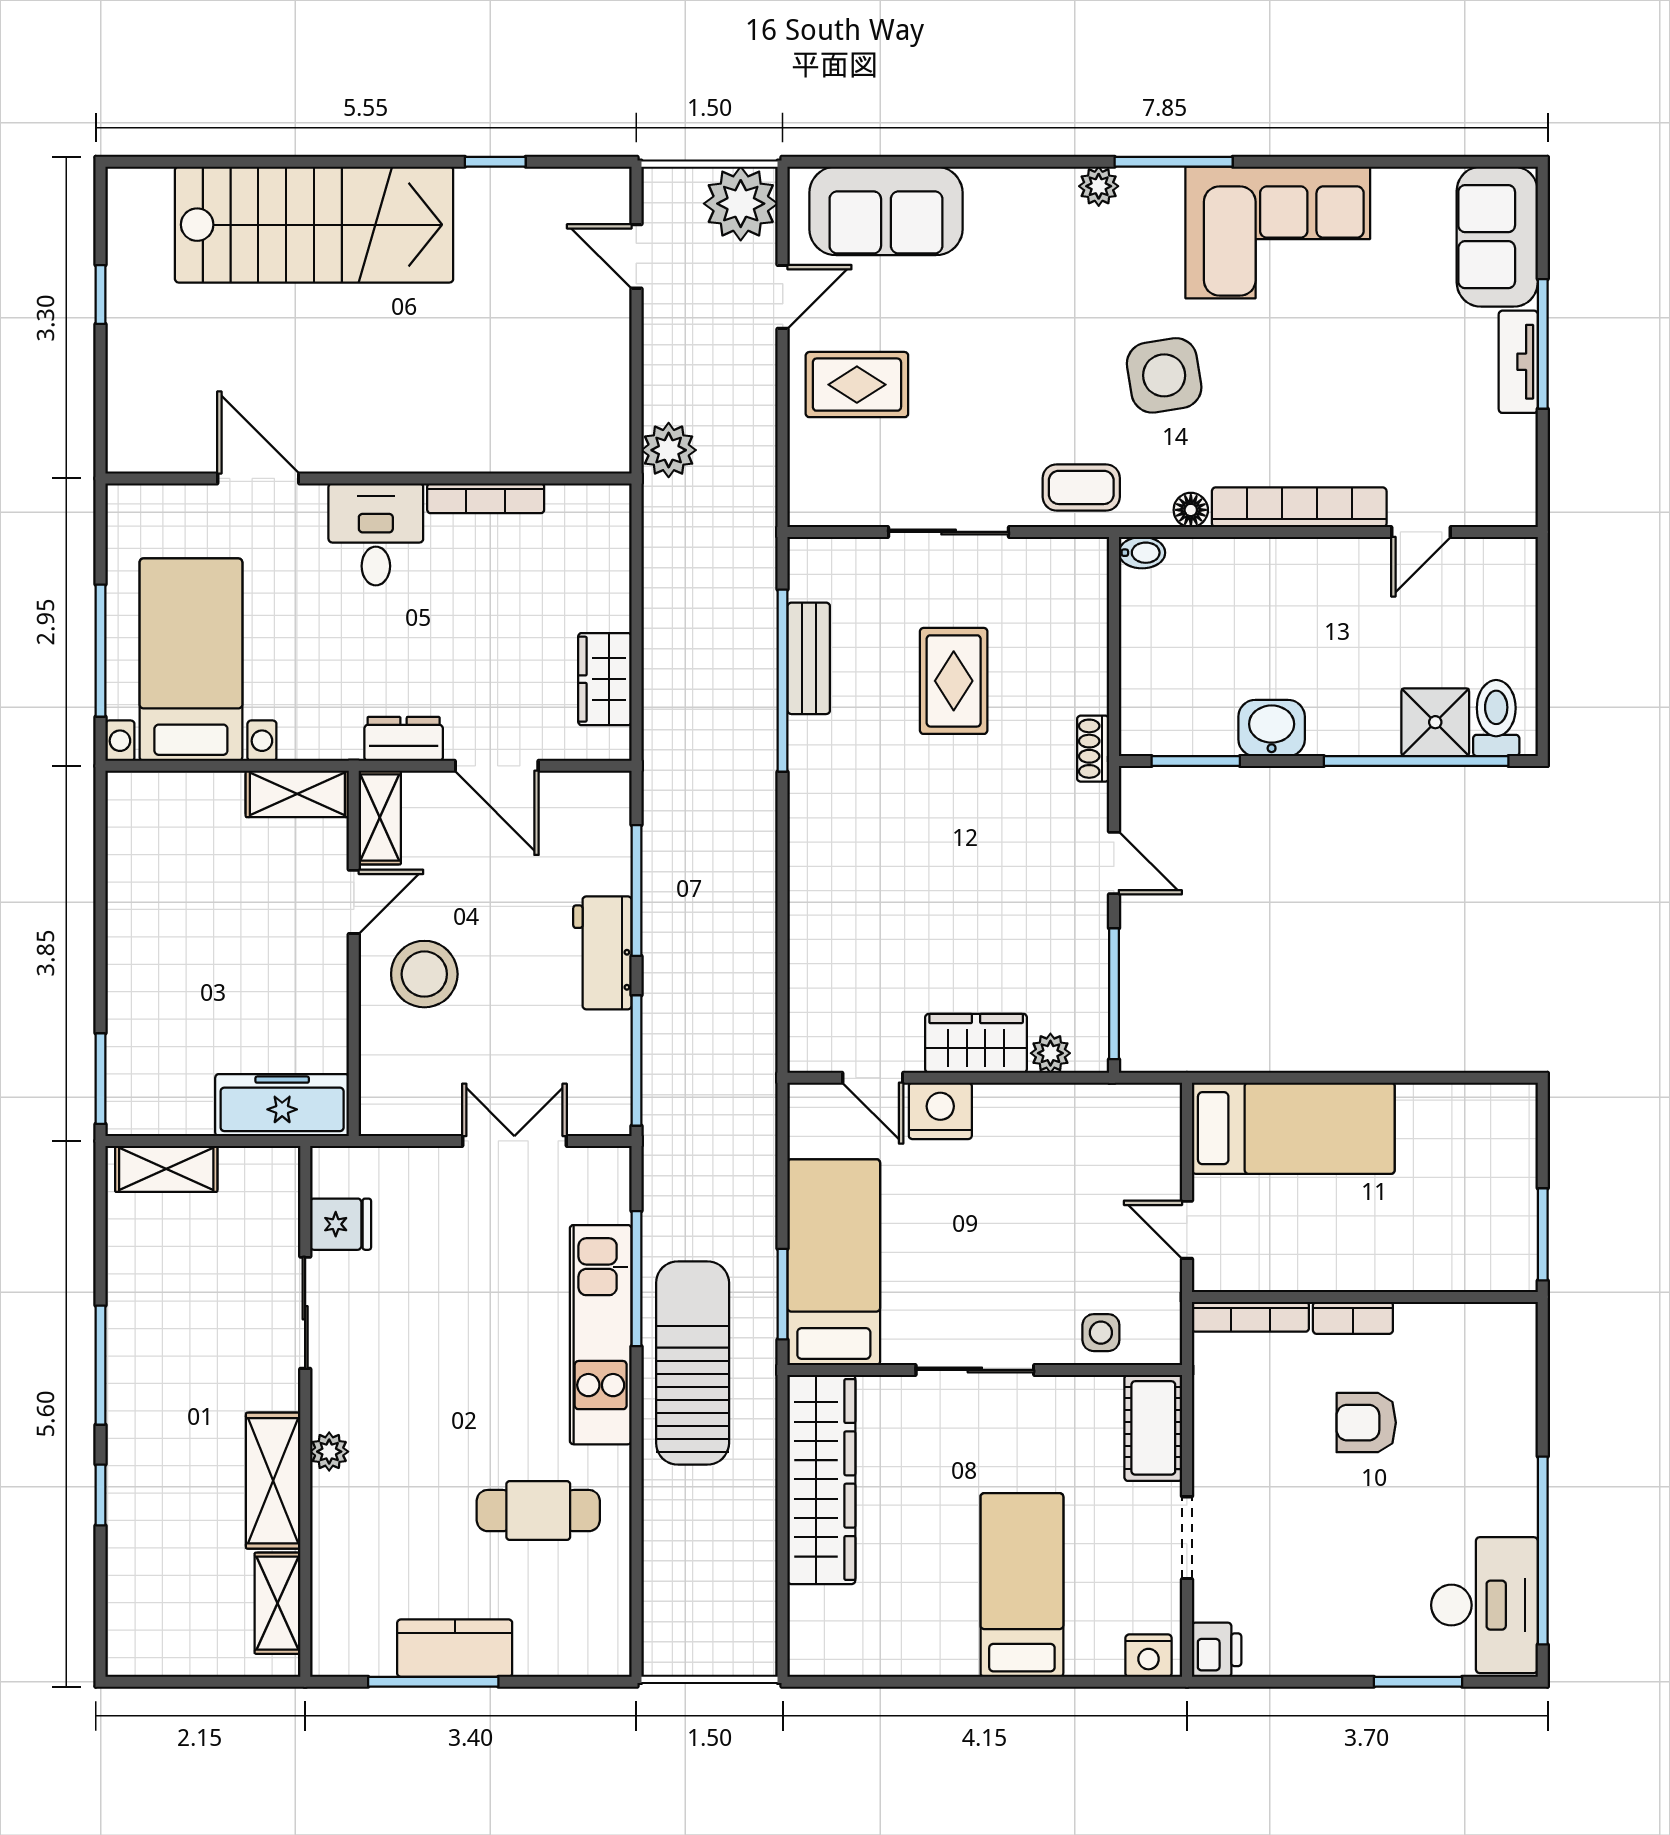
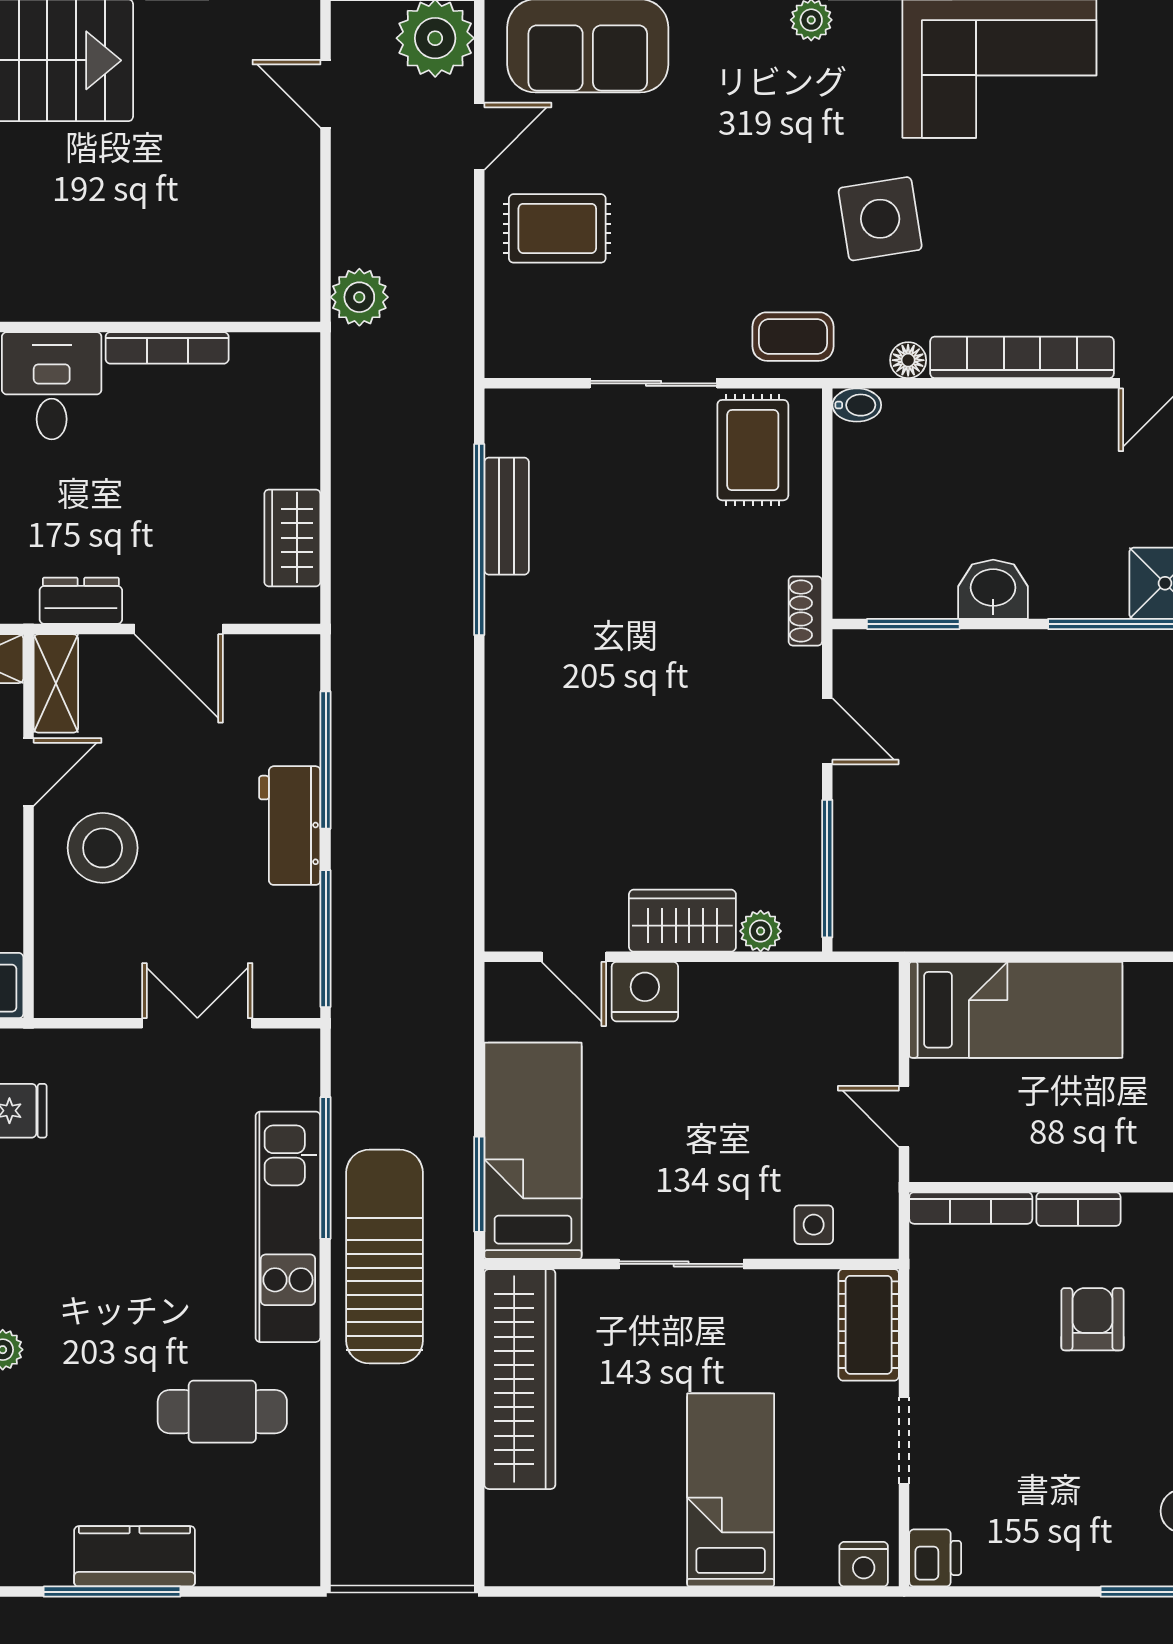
rug: (954, 681) -> (753, 450), moved
armchair: (1366, 1423) -> (1092, 1319), turned 90

